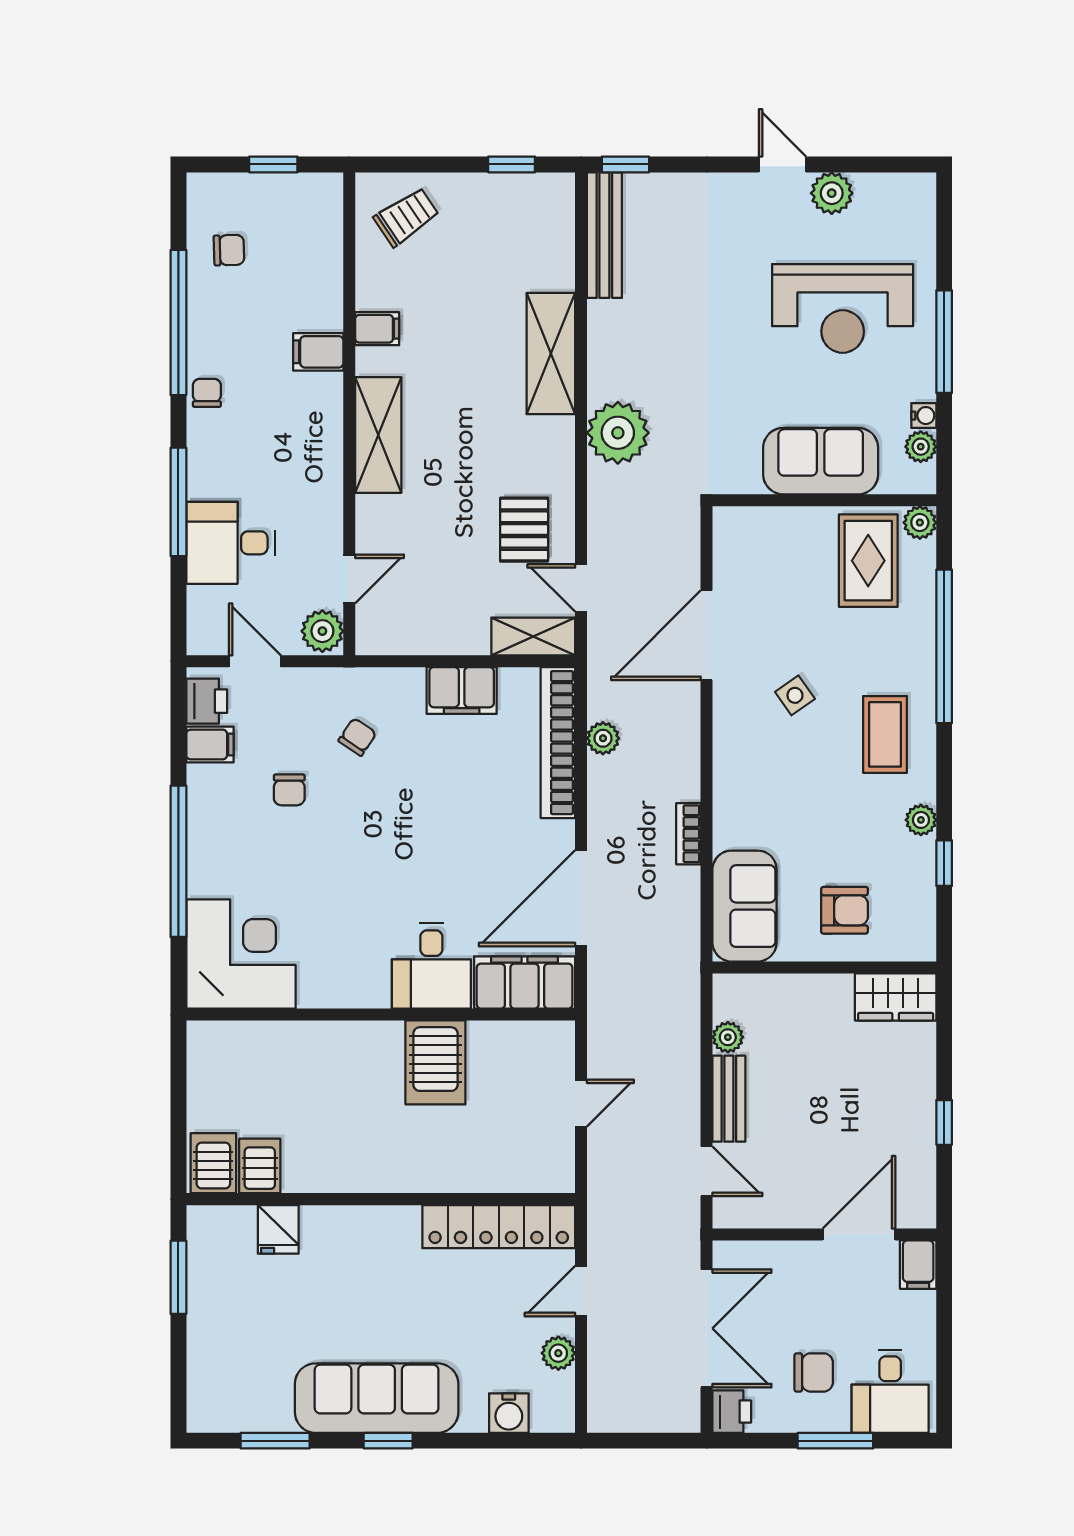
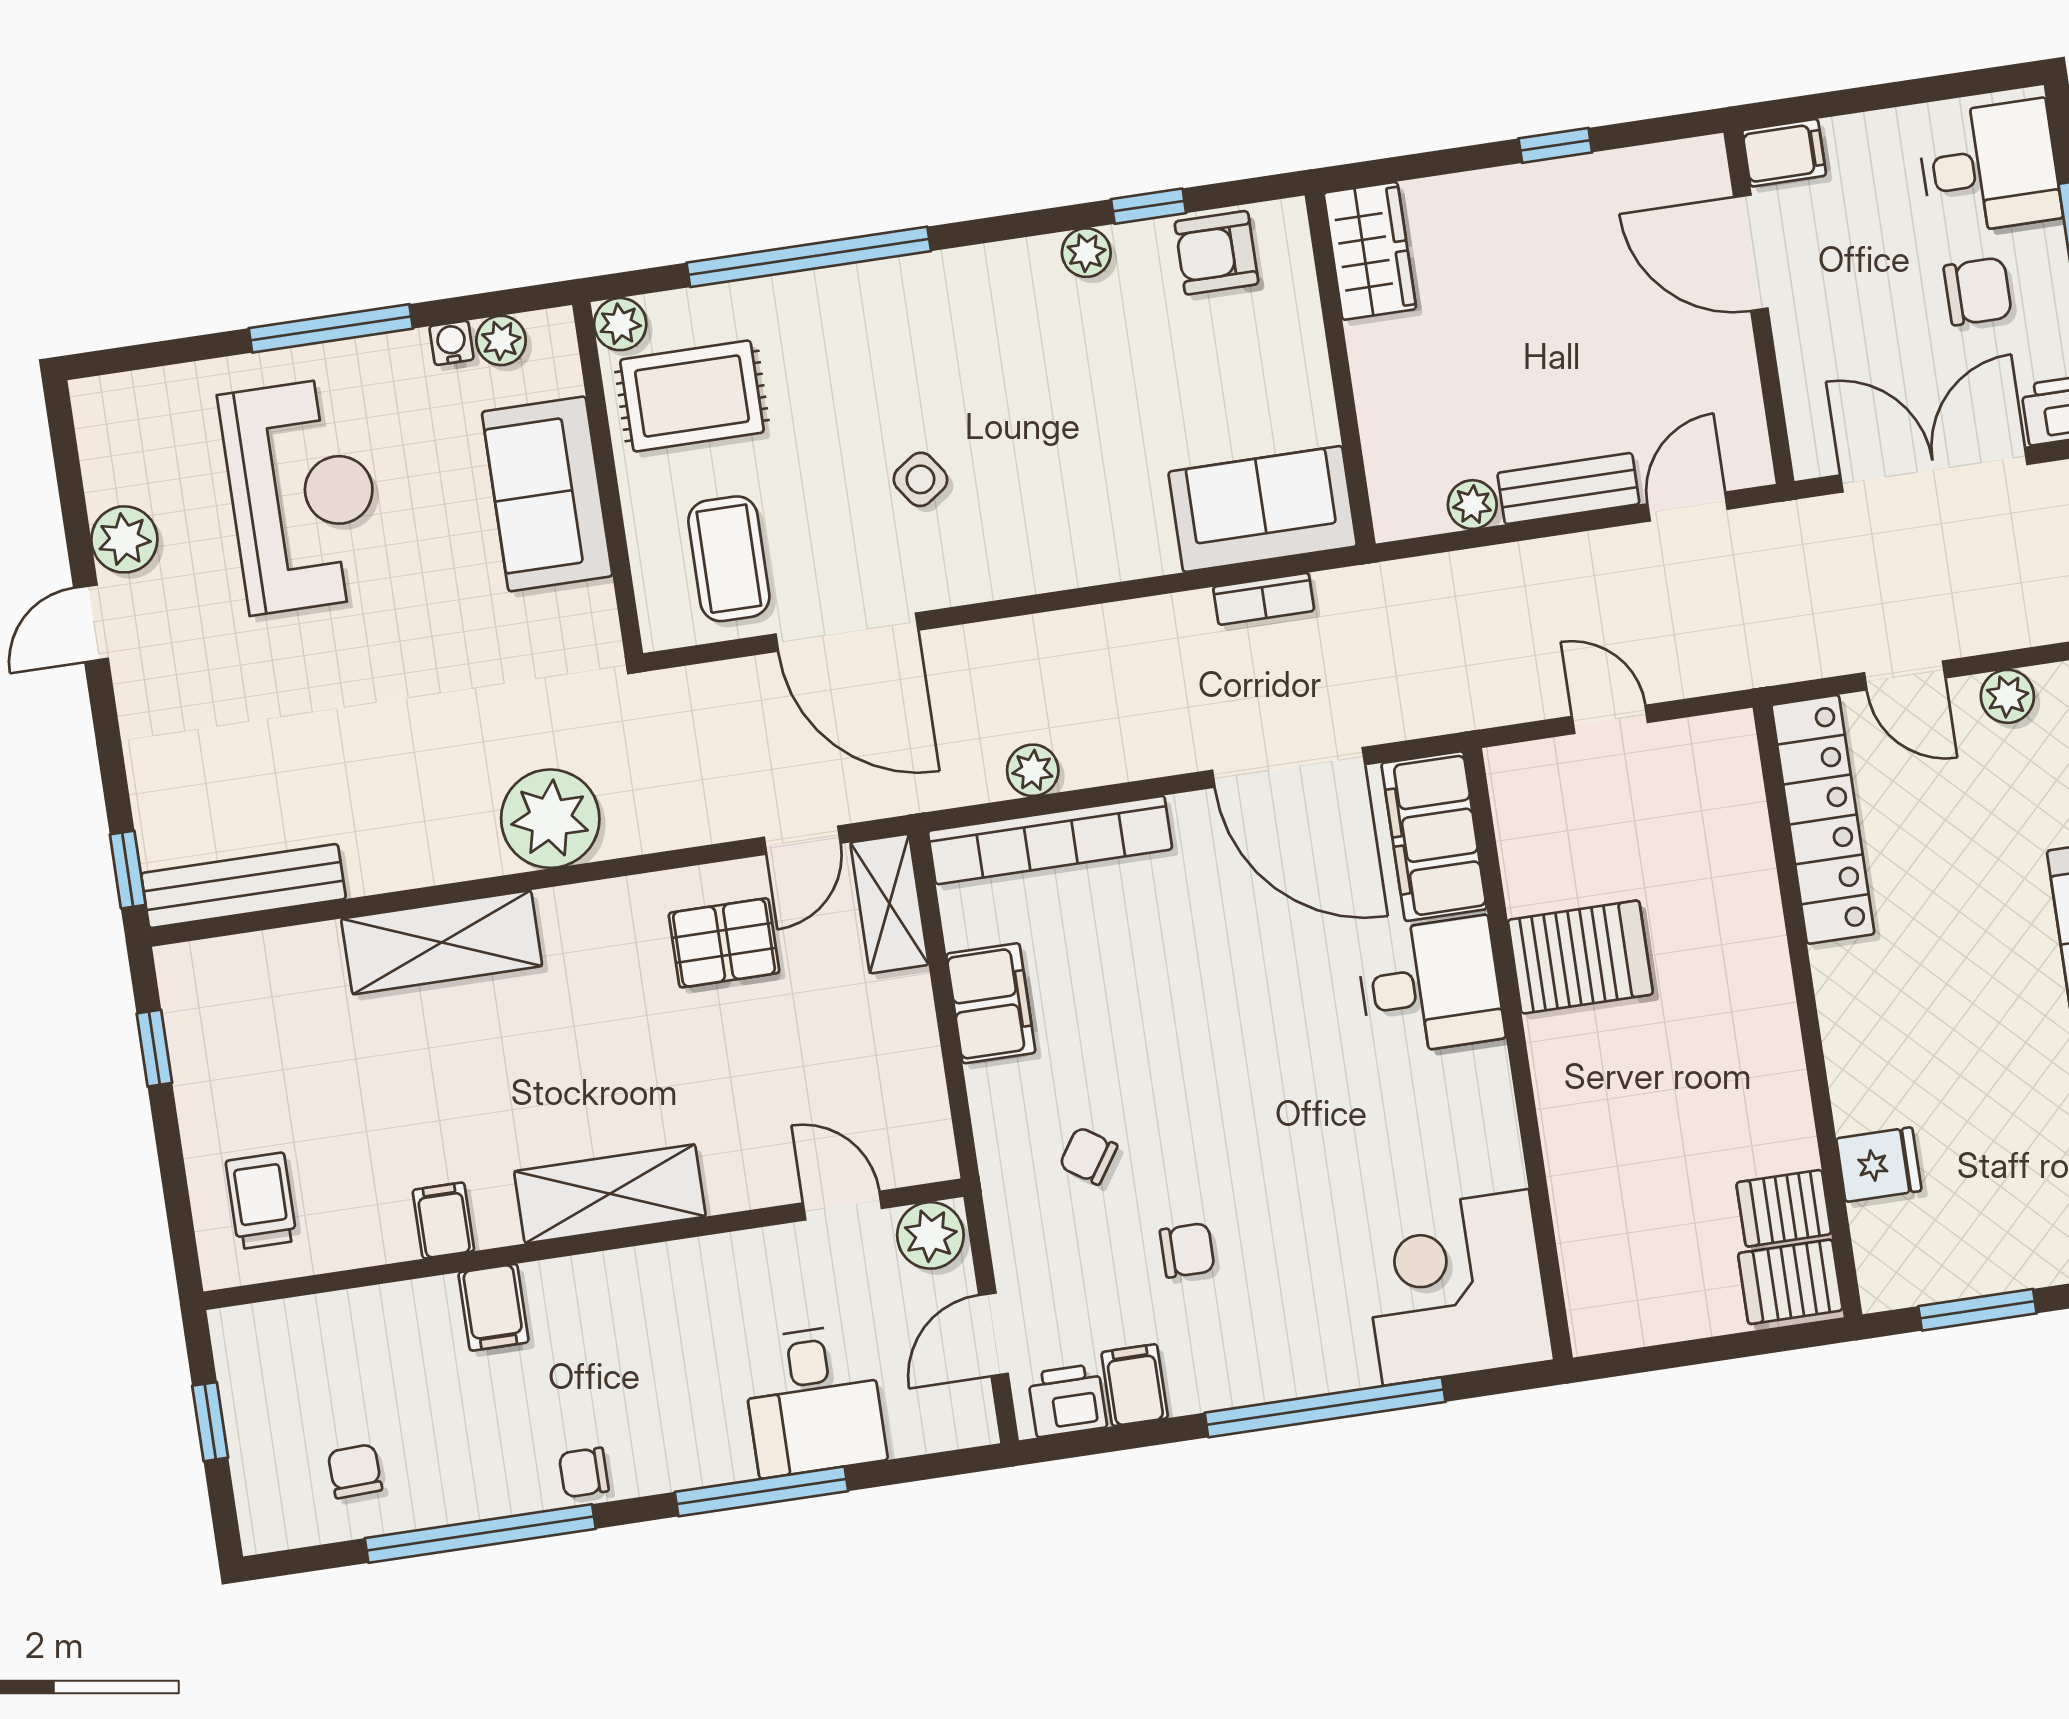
trolley: (406, 217) -> (261, 1201), turned 34
coffee table: (885, 734) -> (729, 559), moved, turned 90
bookcase: (688, 834) -> (1264, 599), moved
armchair: (845, 910) -> (1216, 253), moved, turned -90
chair: (814, 1372) -> (1978, 291), turned 90

